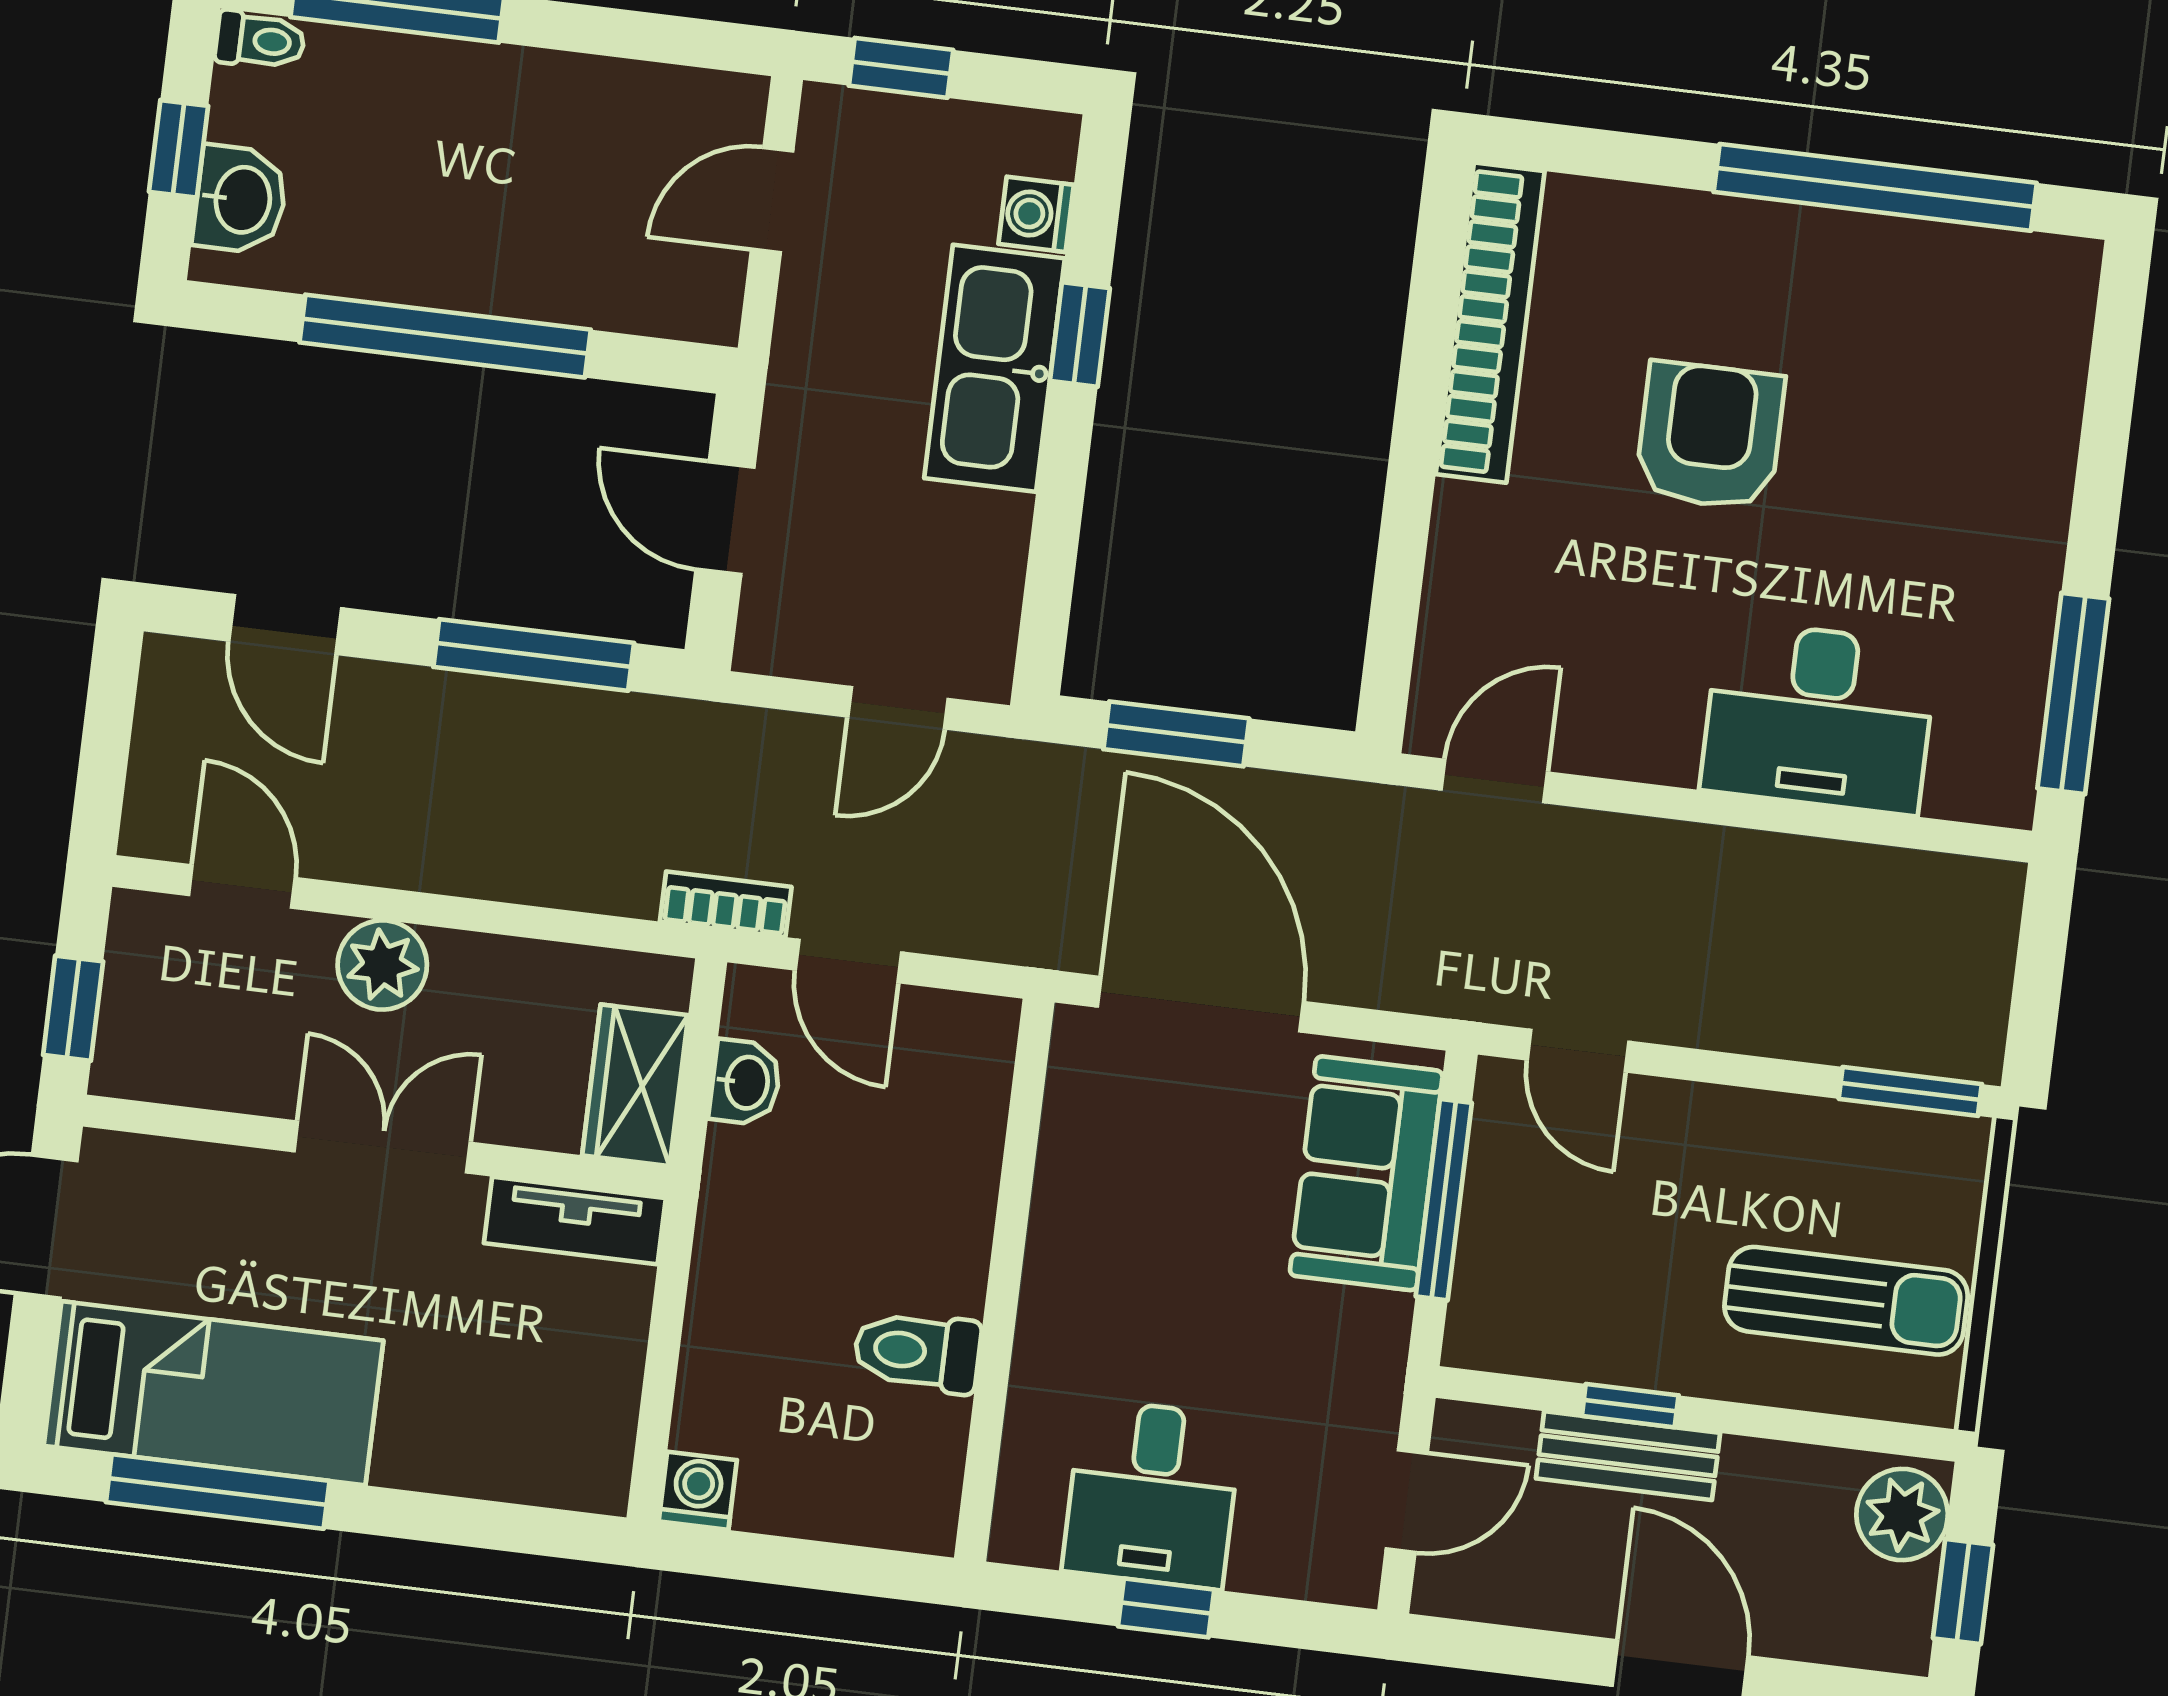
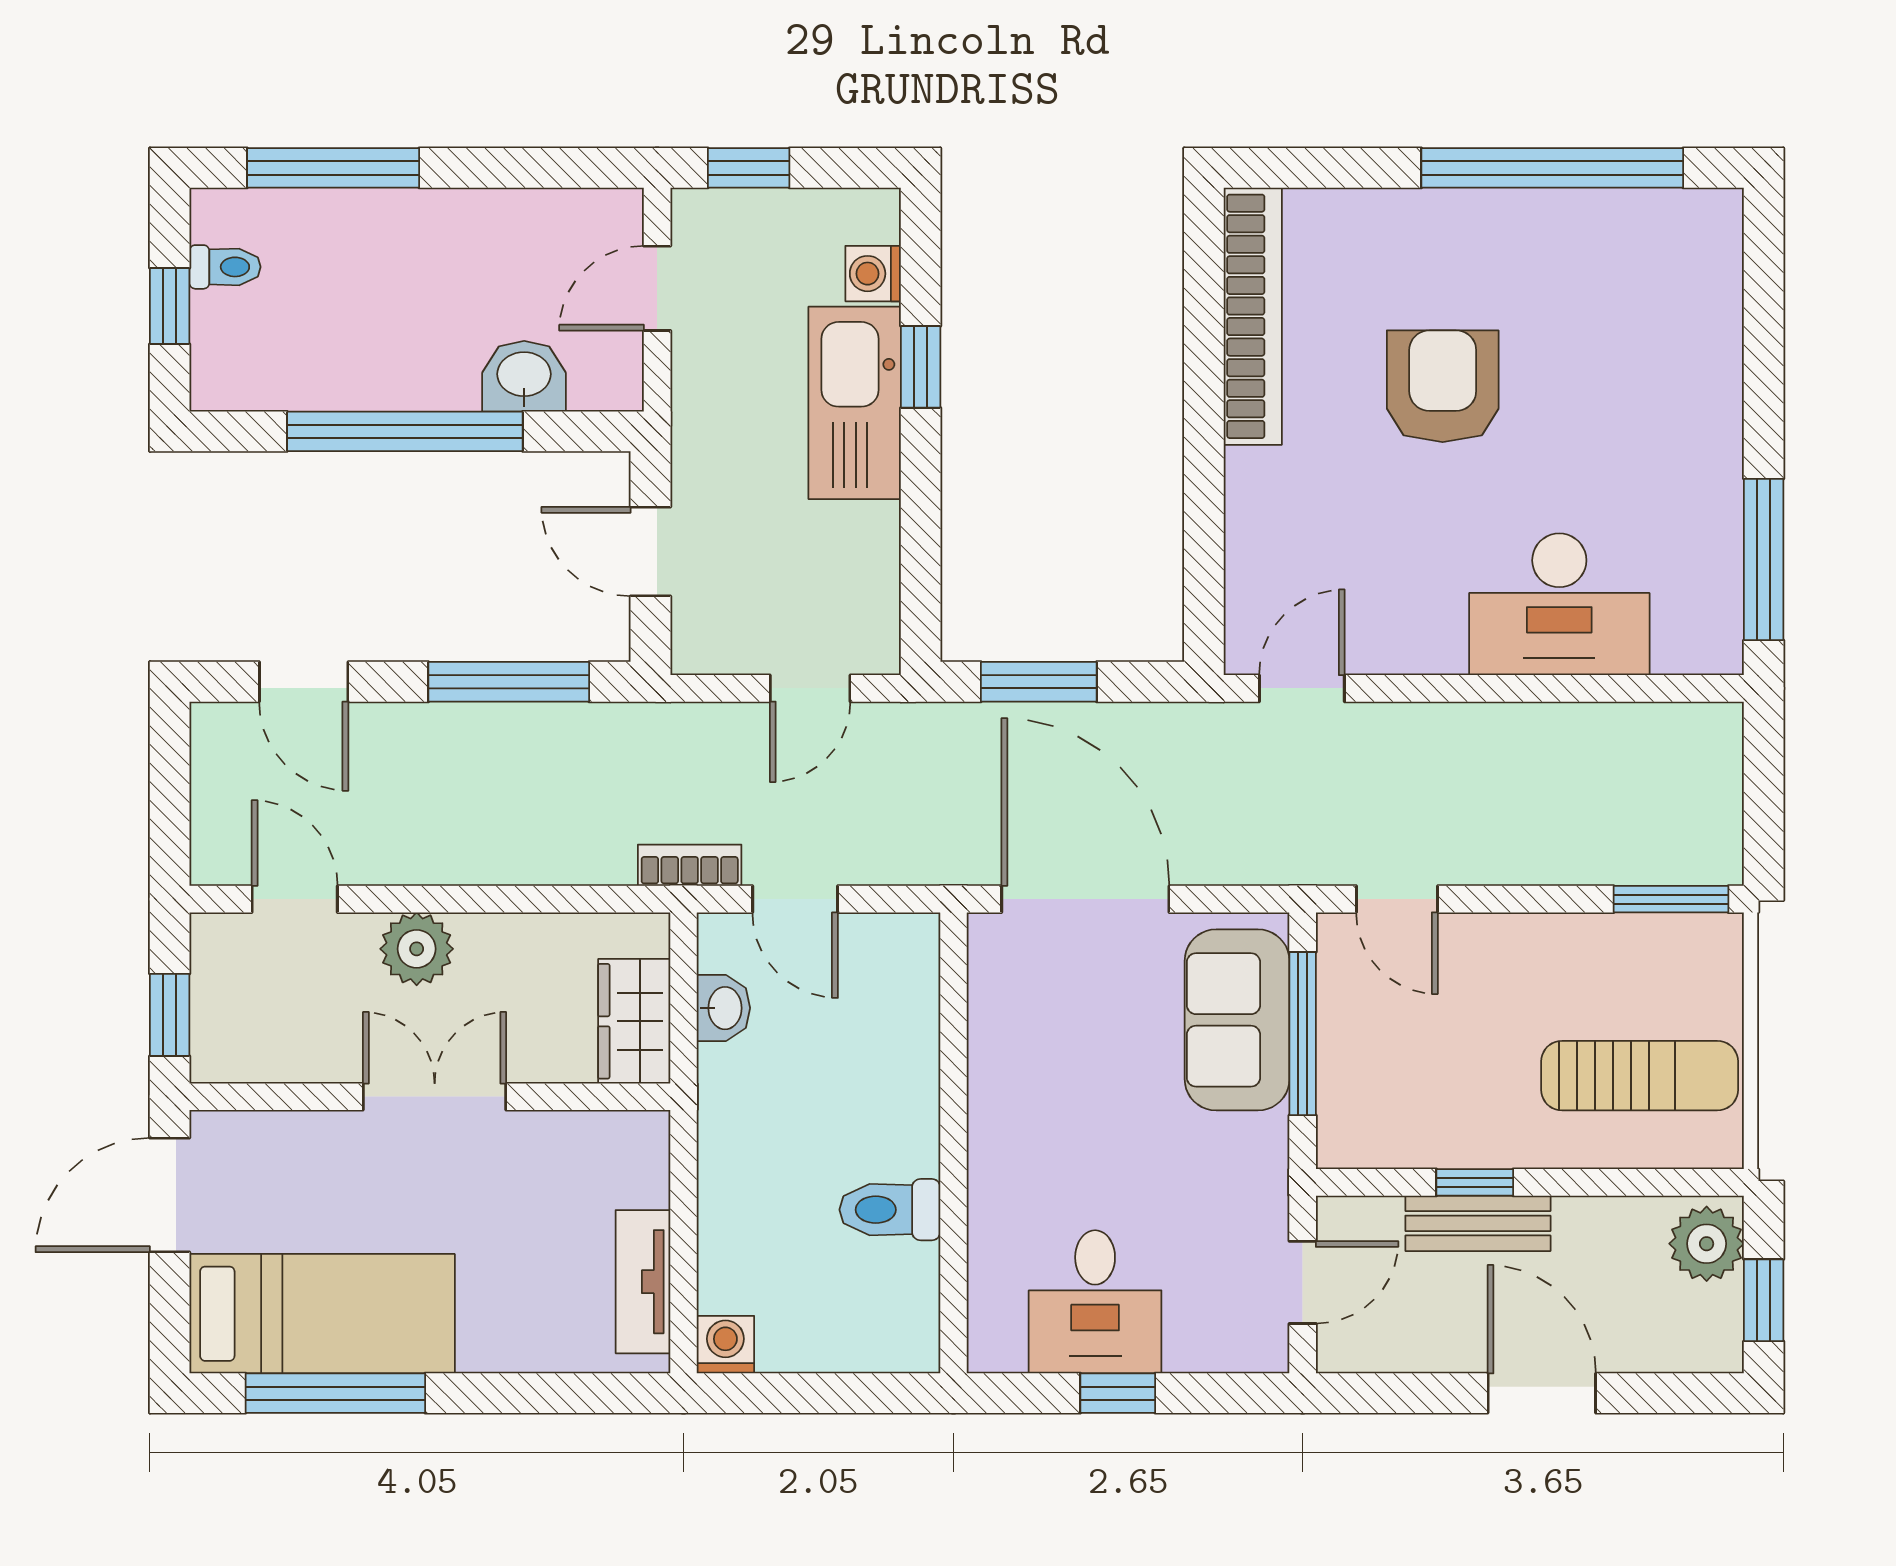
toilet: (260, 40) -> (225, 267), moved
washbasin: (240, 199) -> (524, 376), moved, turned -90
tv unit: (575, 1221) -> (643, 1282), moved, turned 90

